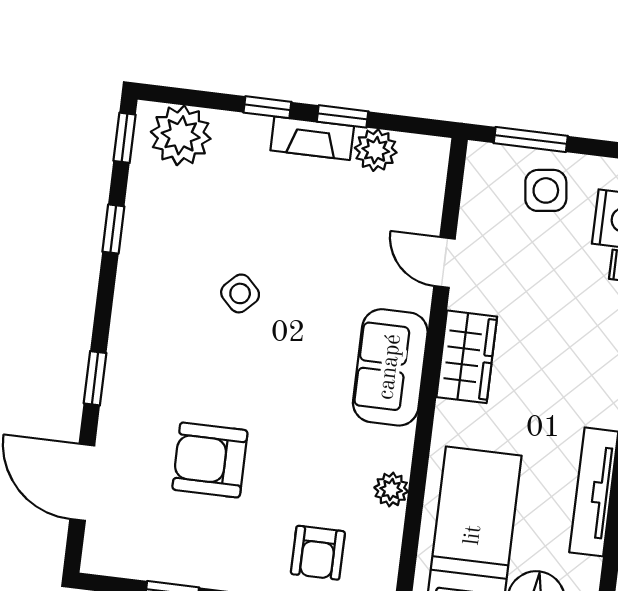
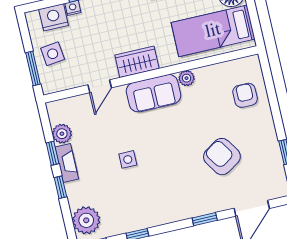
side table: (240, 293) -> (128, 159), moved, turned 45
armchair: (210, 460) -> (222, 157), turned 147
plant: (391, 490) -> (187, 78), moved
armchair: (318, 553) -> (245, 95), turned -90

